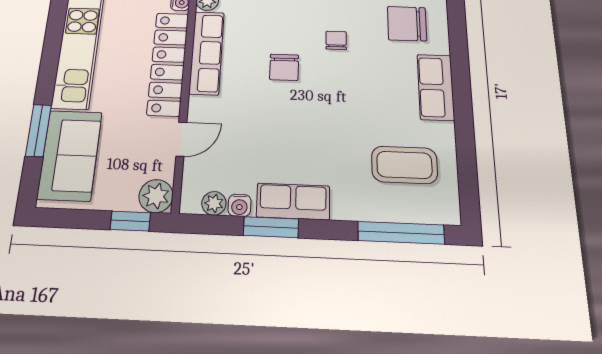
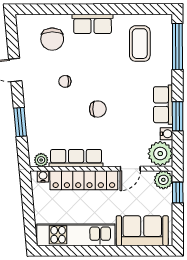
chair: (284, 67) -> (98, 109), moved
window: (38, 130) -> (128, 251), removed
door: (181, 139) -> (130, 169), swing flipped
plant: (214, 203) -> (160, 154), width x1.88, depth x1.88

